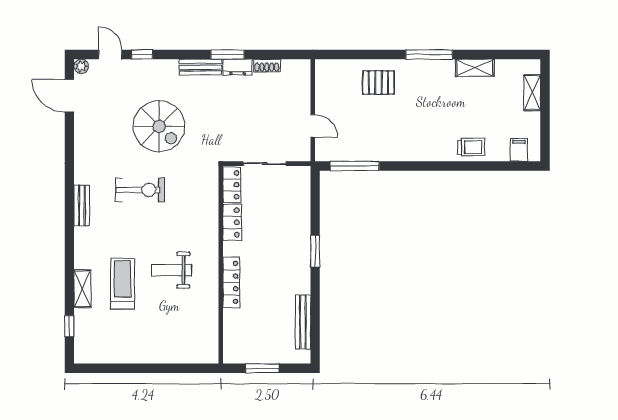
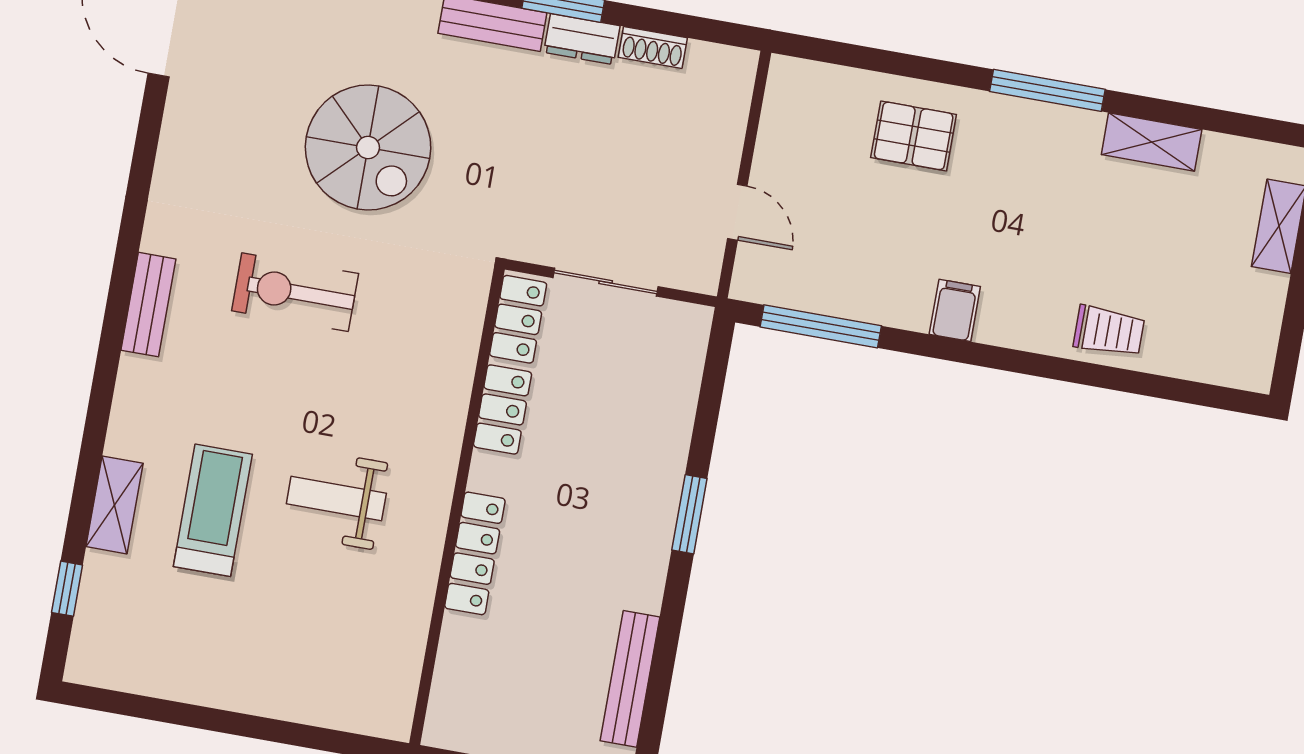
filing cabinet: (519, 150) -> (955, 310), moved
exercise bike: (140, 190) -> (295, 292), turned 180

